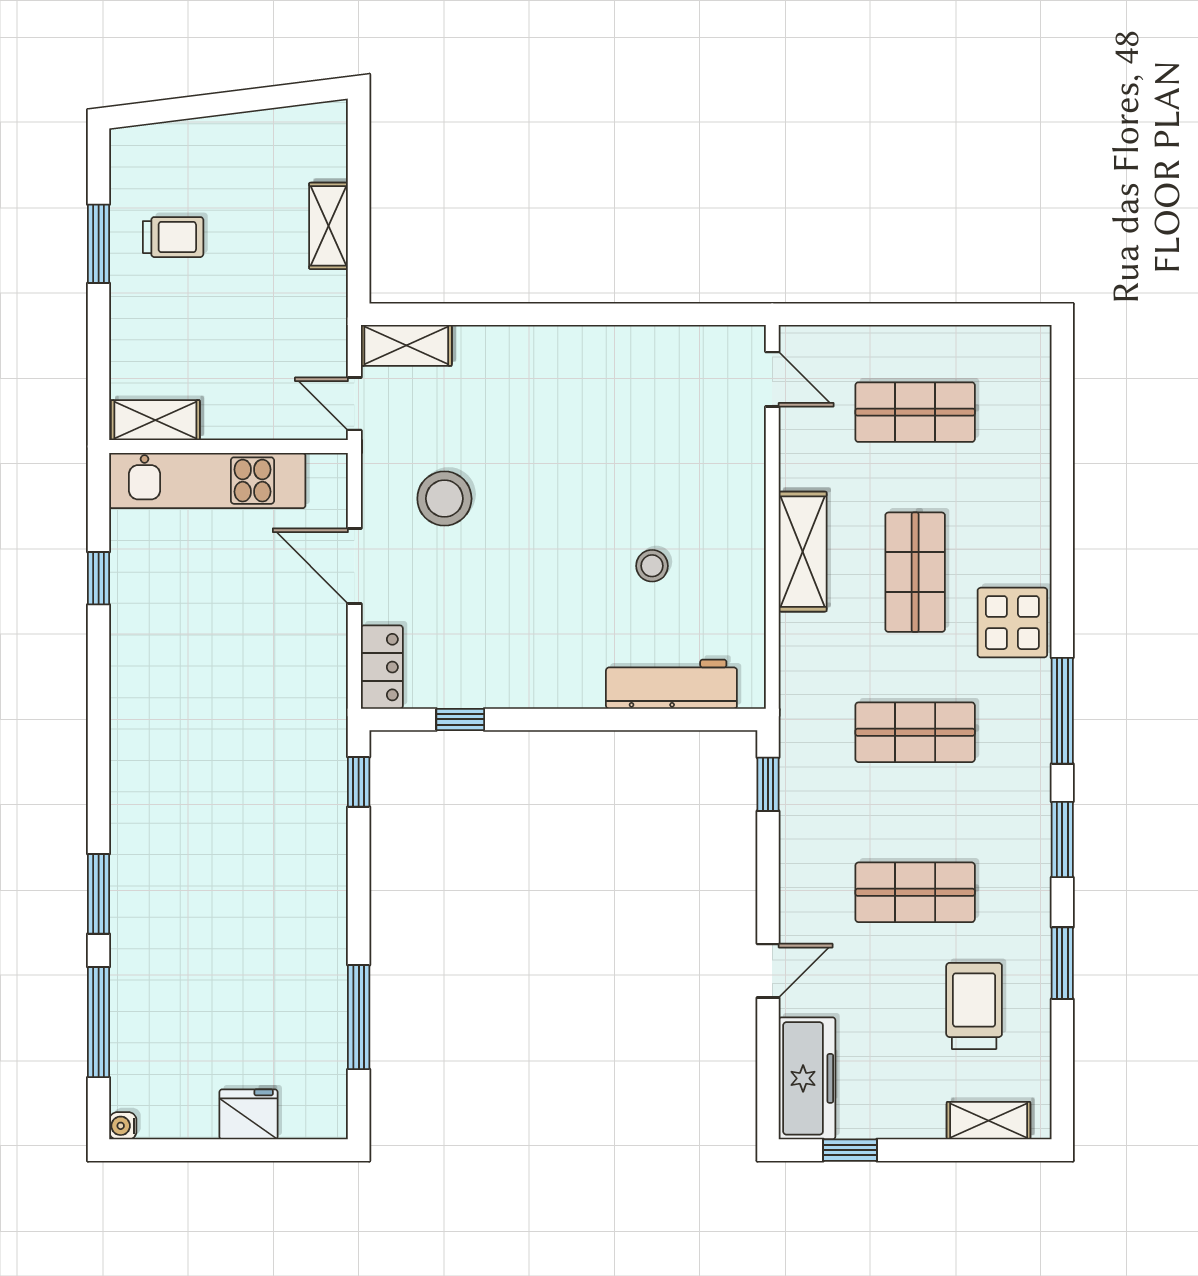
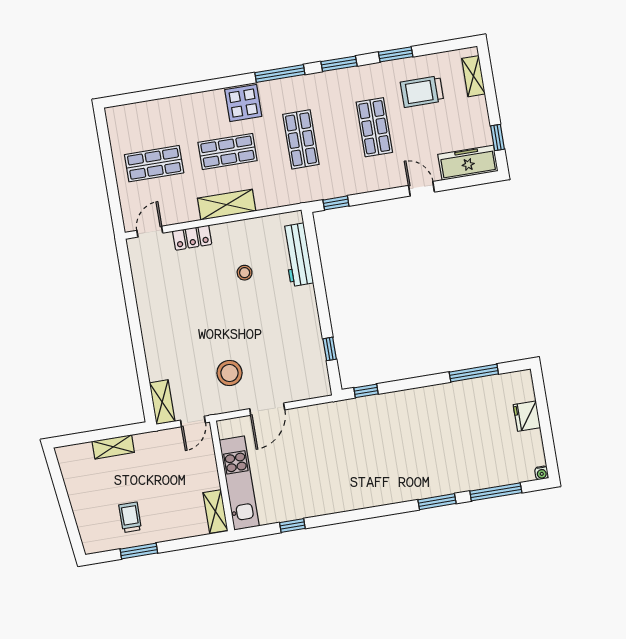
shop shelf: (915, 412) -> (154, 164), turned 90
locker: (382, 667) -> (192, 238), moved, turned 180

